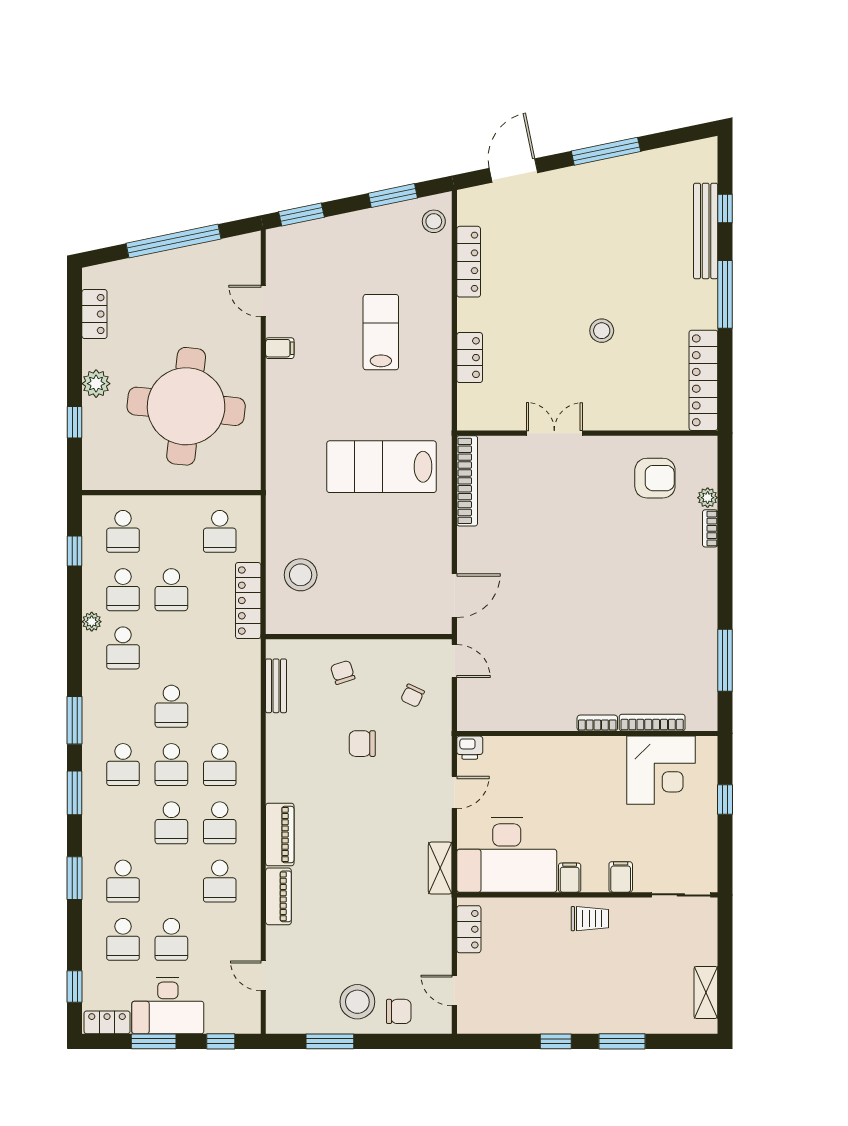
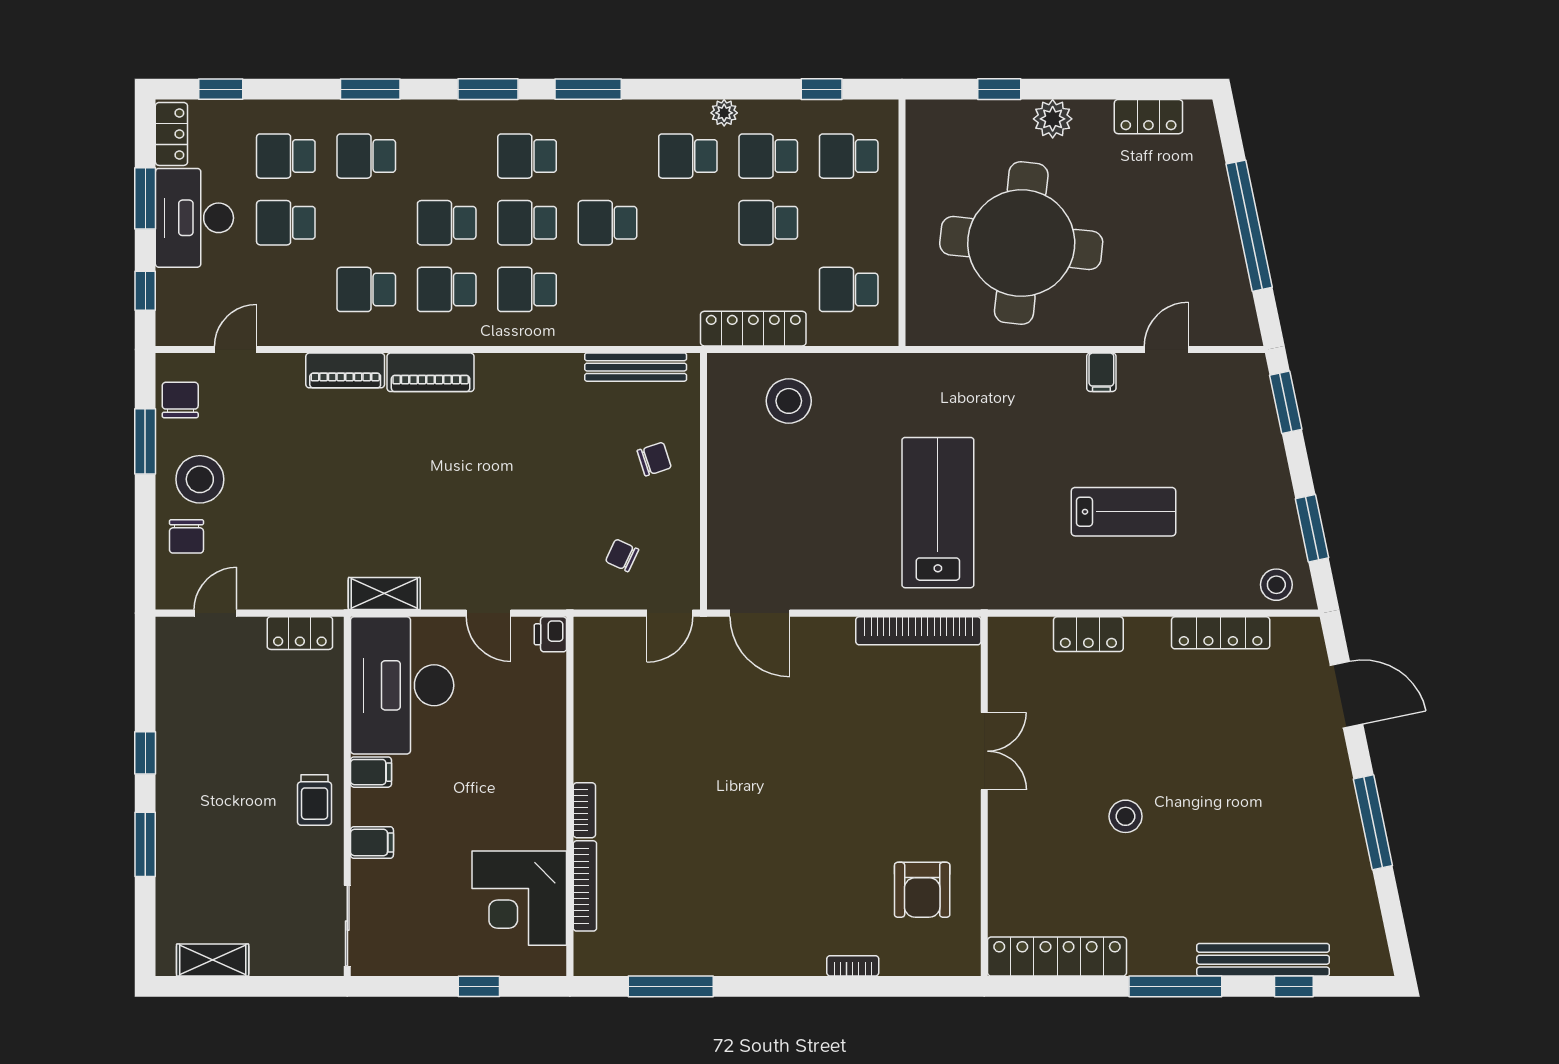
plant: (708, 498) -> (895, 962), removed
bench: (276, 686) -> (636, 367), width x1.36
chair: (362, 744) -> (180, 400), moved

